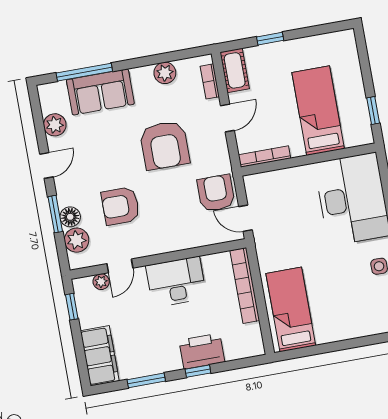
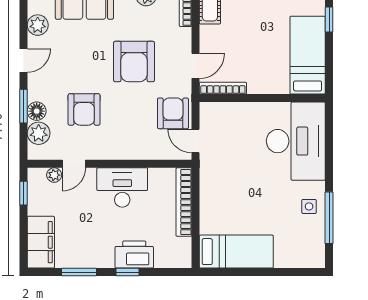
window: (373, 110) -> (329, 20), moved
bed: (318, 111) -> (308, 55), moved
door: (227, 118) -> (196, 66), moved
armchair: (120, 206) -> (84, 109), turned -90
bed: (291, 310) -> (236, 252), moved, turned 90

